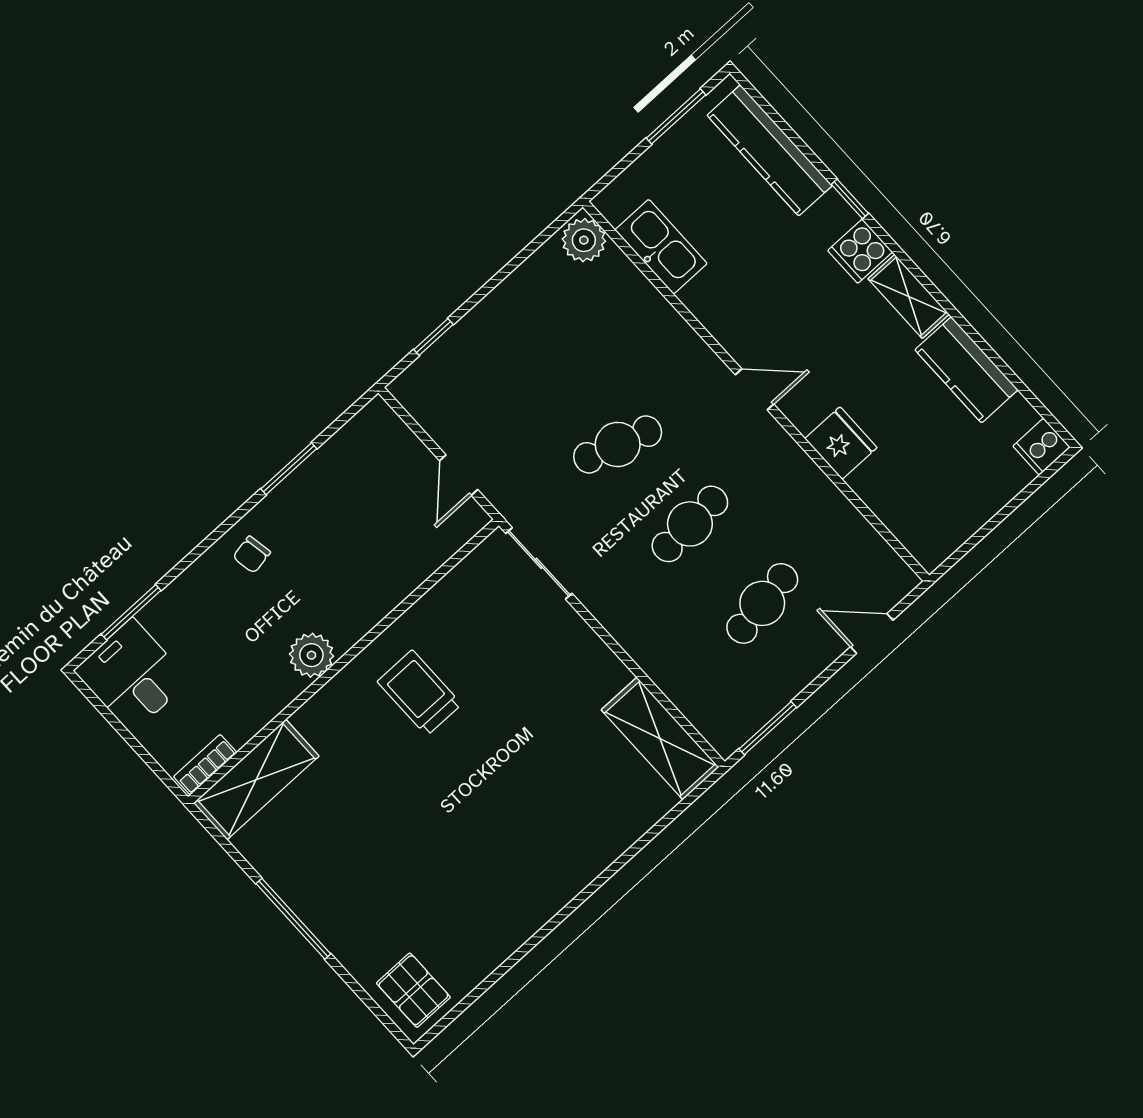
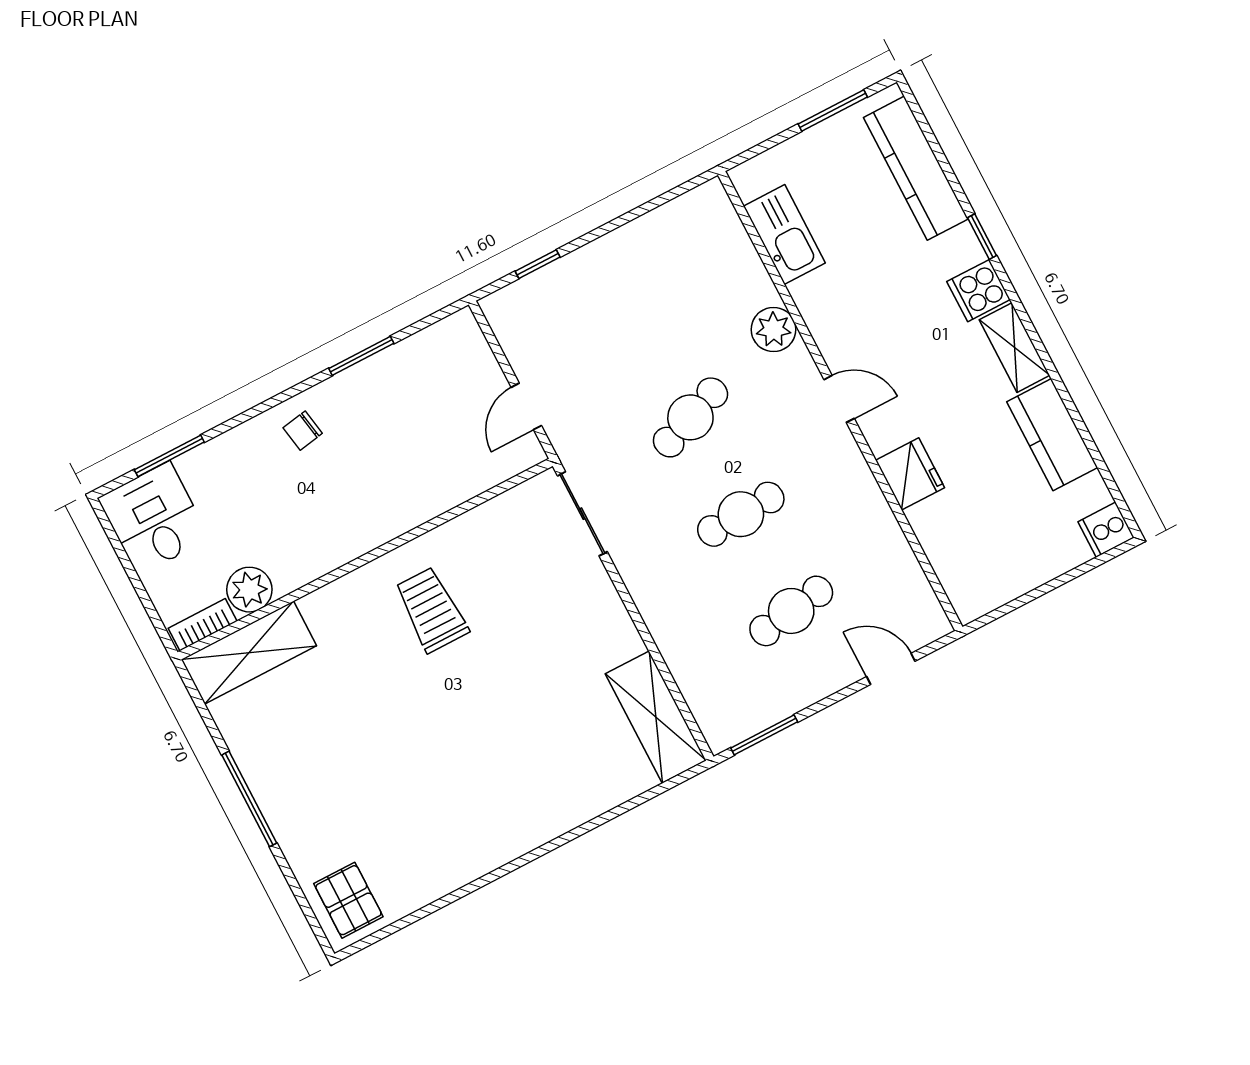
plant: (584, 240) -> (774, 329), moved
cafe table: (618, 444) -> (690, 417), turned -39
plant: (311, 655) -> (249, 590), moved

